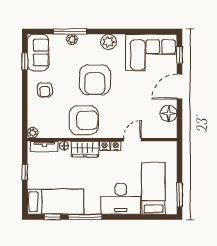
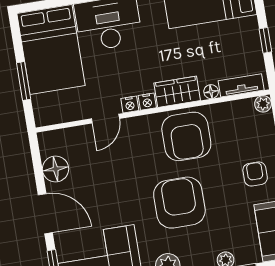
door: (179, 87) -> (45, 214), hinge flipped
armchair: (84, 120) -> (186, 136), turned -90
bed: (153, 188) -> (51, 50), width x1.50
window: (179, 195) -> (24, 81), moved

